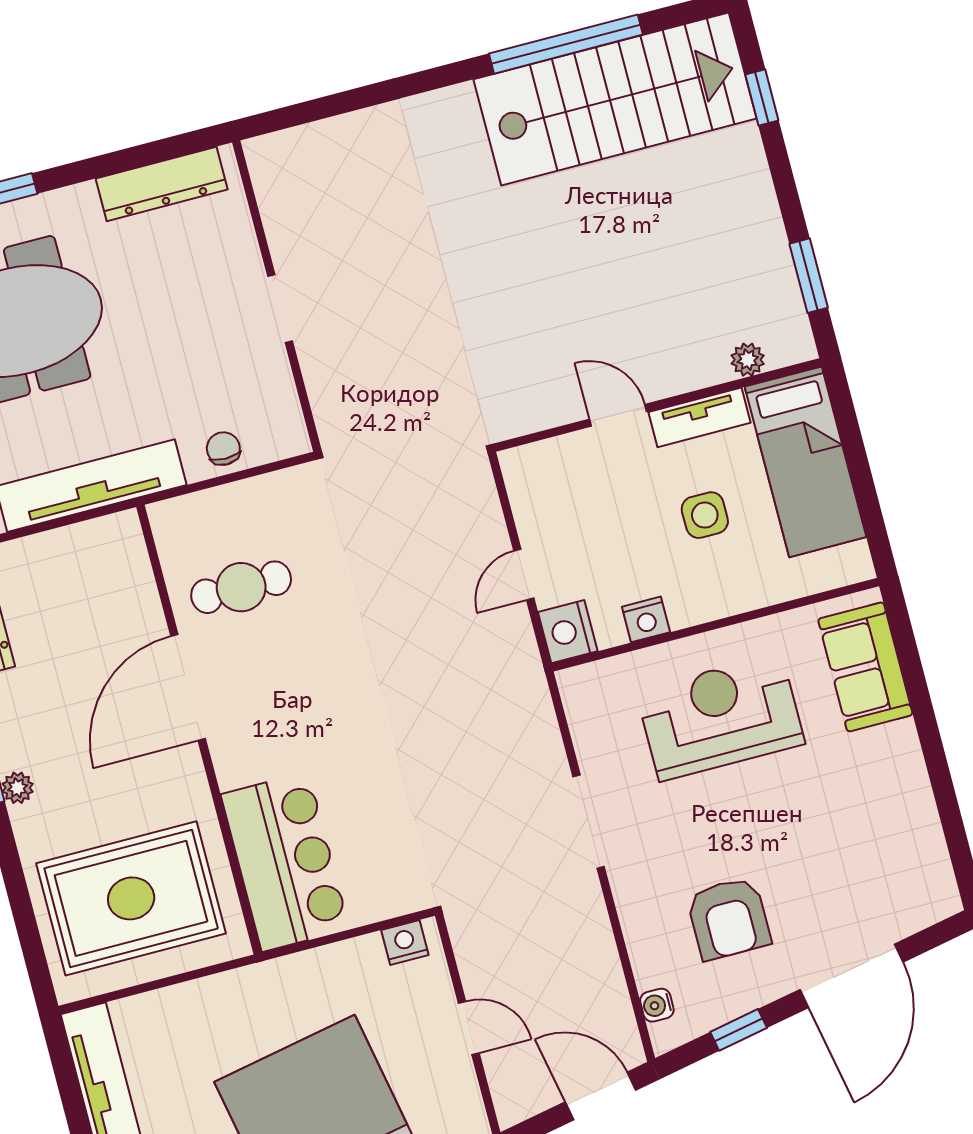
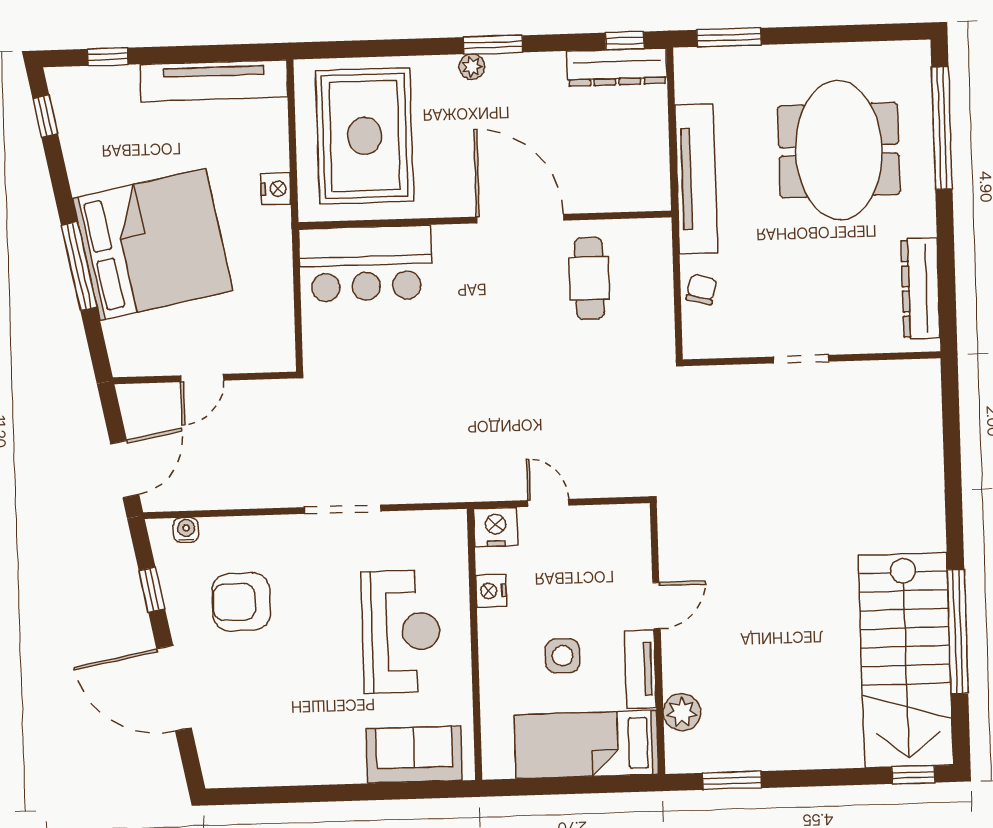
window: (762, 97) -> (913, 775), moved
plant: (748, 360) -> (682, 712), width x1.38, depth x1.38
chair: (223, 449) -> (701, 289), turned -75
nightstand: (405, 942) -> (276, 189), moved

